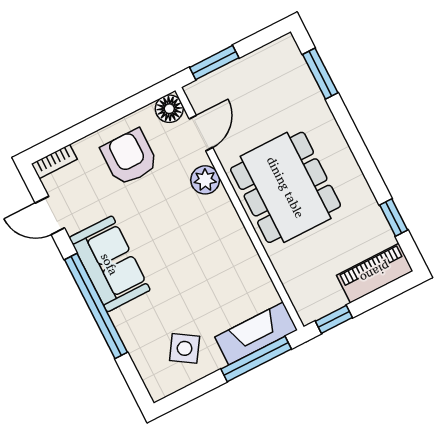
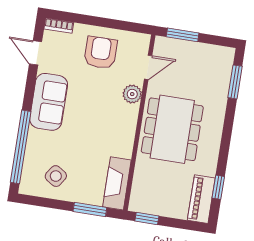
floor lamp: (169, 109) -> (141, 42), removed
piano: (375, 273) -> (201, 199), moved, turned -90
window: (96, 306) -> (21, 147), moved
fireplace: (256, 333) -> (117, 183), moved, turned -90
window: (256, 359) -> (90, 209), width x0.69

